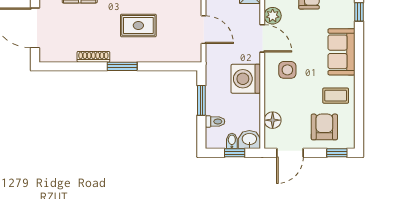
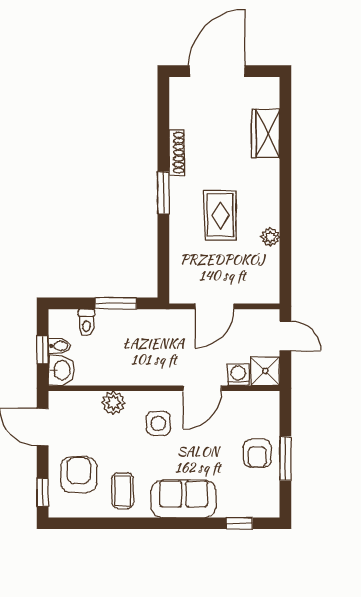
plant: (273, 16) -> (113, 403), moved
washing machine: (246, 79) -> (238, 375), moved, width x0.53, depth x0.53
floor lamp: (273, 120) -> (88, 403), removed
armchair: (324, 127) -> (79, 475), turned -90

